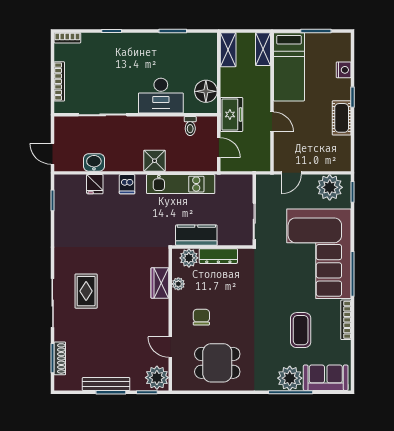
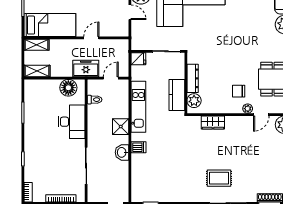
washbasin: (94, 162) -> (122, 152), moved
door: (291, 173) -> (130, 12), moved
fridge: (95, 184) -> (138, 59), moved
plant: (178, 284) -> (248, 109), moved
coffee table: (301, 330) -> (248, 16), removed

